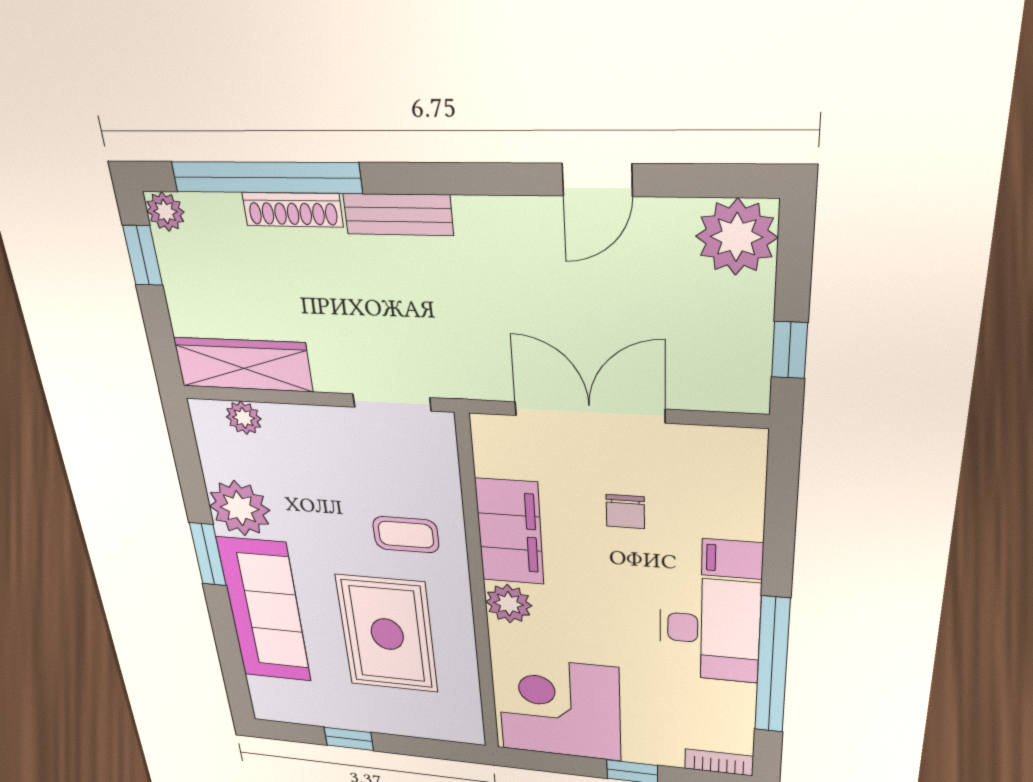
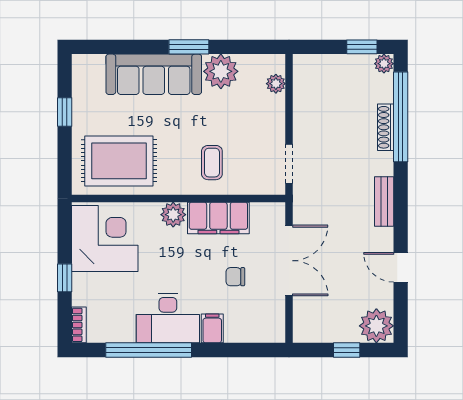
bench: (398, 215) -> (384, 201), moved
window: (790, 350) -> (347, 350), moved
wardrobe: (243, 364) -> (306, 89), removed
rug: (387, 634) -> (119, 161), moved

